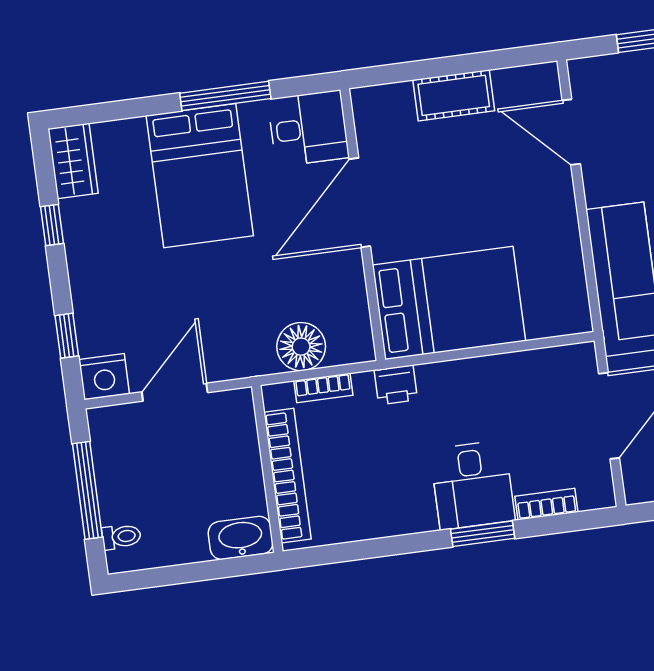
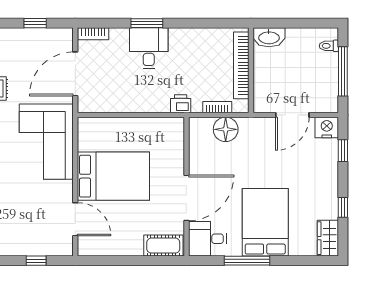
cot: (454, 95) -> (163, 246), moved
bed: (449, 303) -> (113, 176), moved, turned 180
bookcase: (546, 504) -> (93, 34), moved

